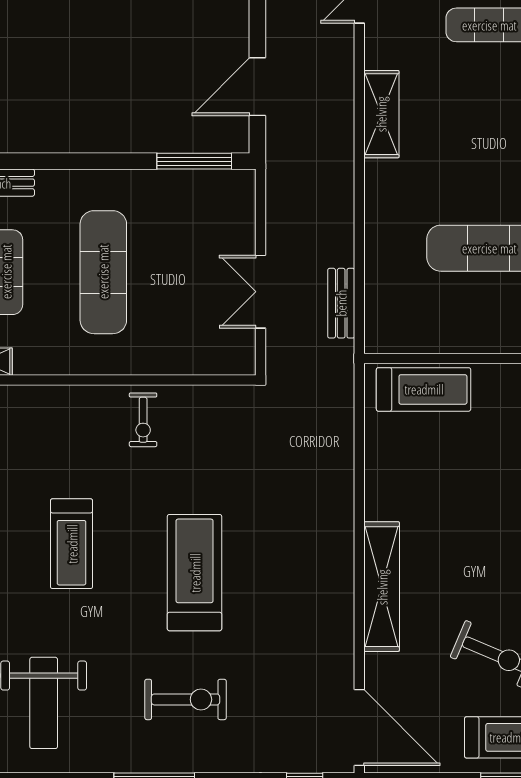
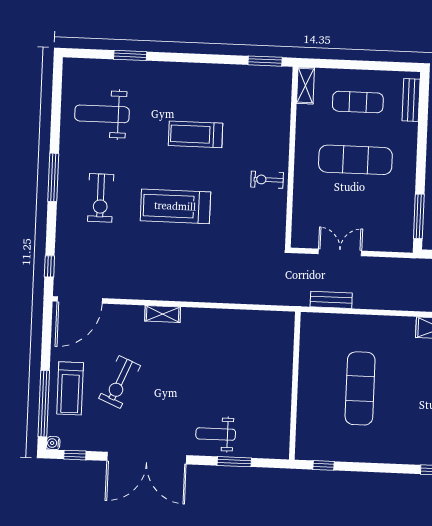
treadmill: (424, 389) -> (278, 346), removed
treadmill: (195, 573) -> (175, 206), turned 180
shelving: (382, 587) -> (163, 314), width x0.45, depth x0.75

